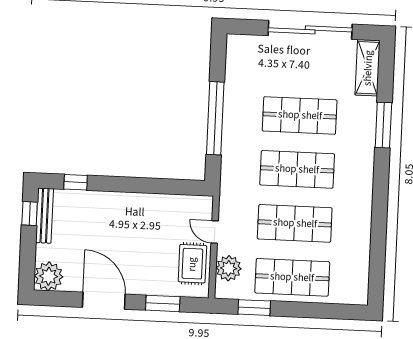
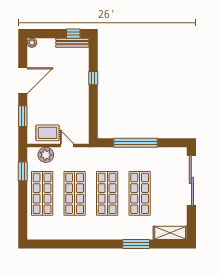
sliding door: (310, 30) -> (191, 180), moved
window: (76, 182) -> (93, 78), moved
door: (215, 232) -> (67, 145), hinge flipped
plant: (49, 276) -> (32, 43), width x0.53, depth x0.53

